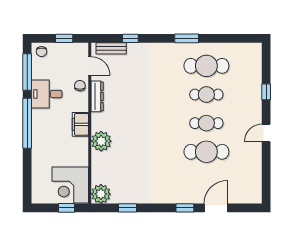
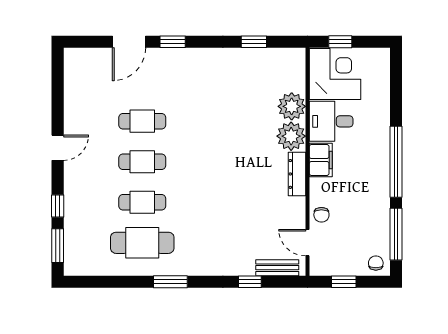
window: (266, 64) -> (58, 246), added
desk: (47, 94) -> (331, 121), moved, turned 180
dresser: (97, 96) -> (297, 174), moved
cafe table: (206, 152) -> (142, 121), width x0.73, depth x0.74
plant: (101, 194) -> (292, 106), moved

